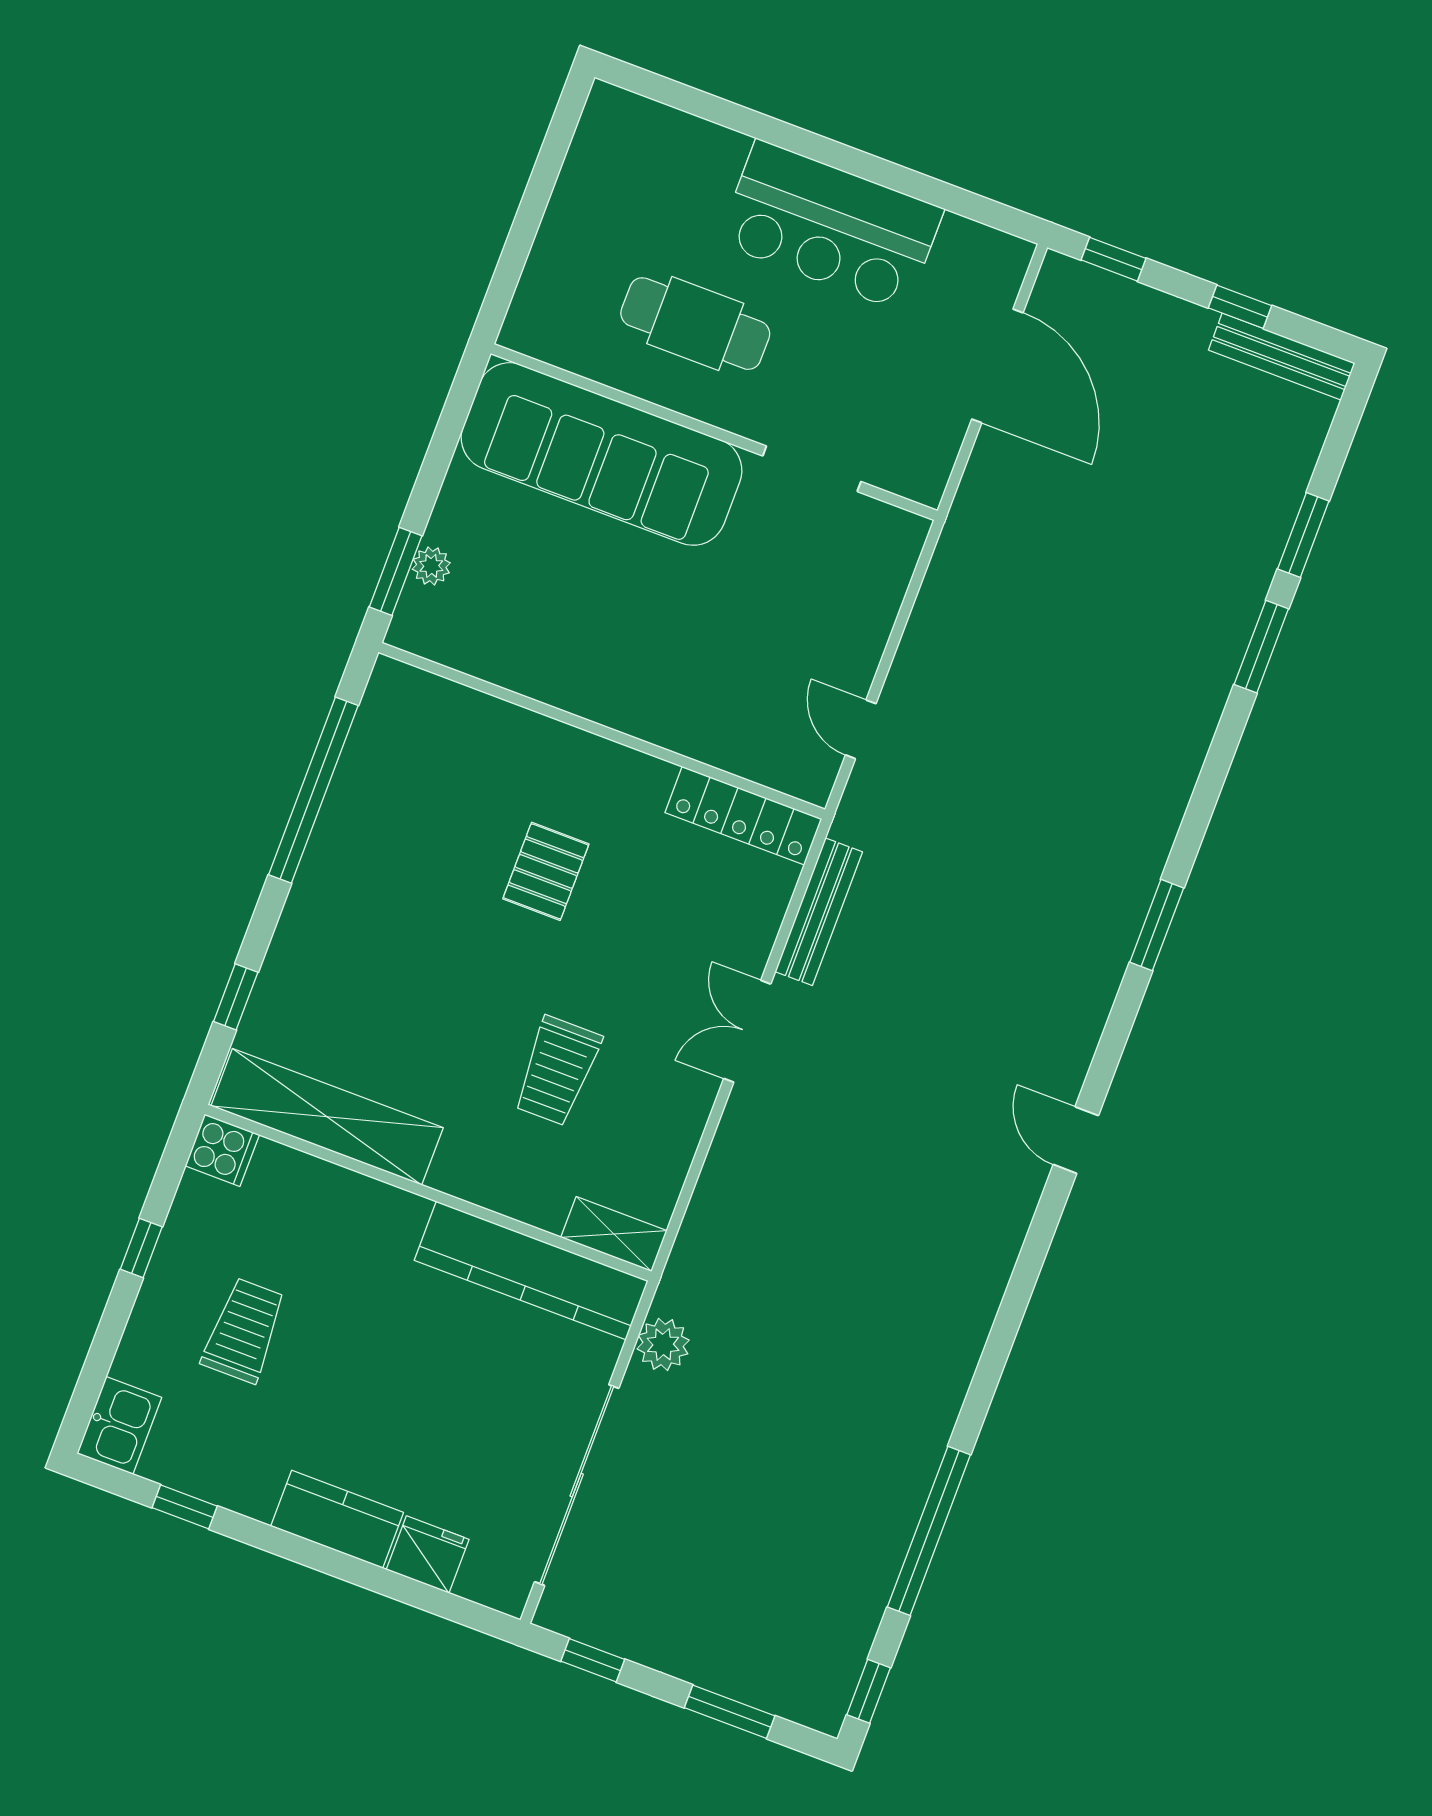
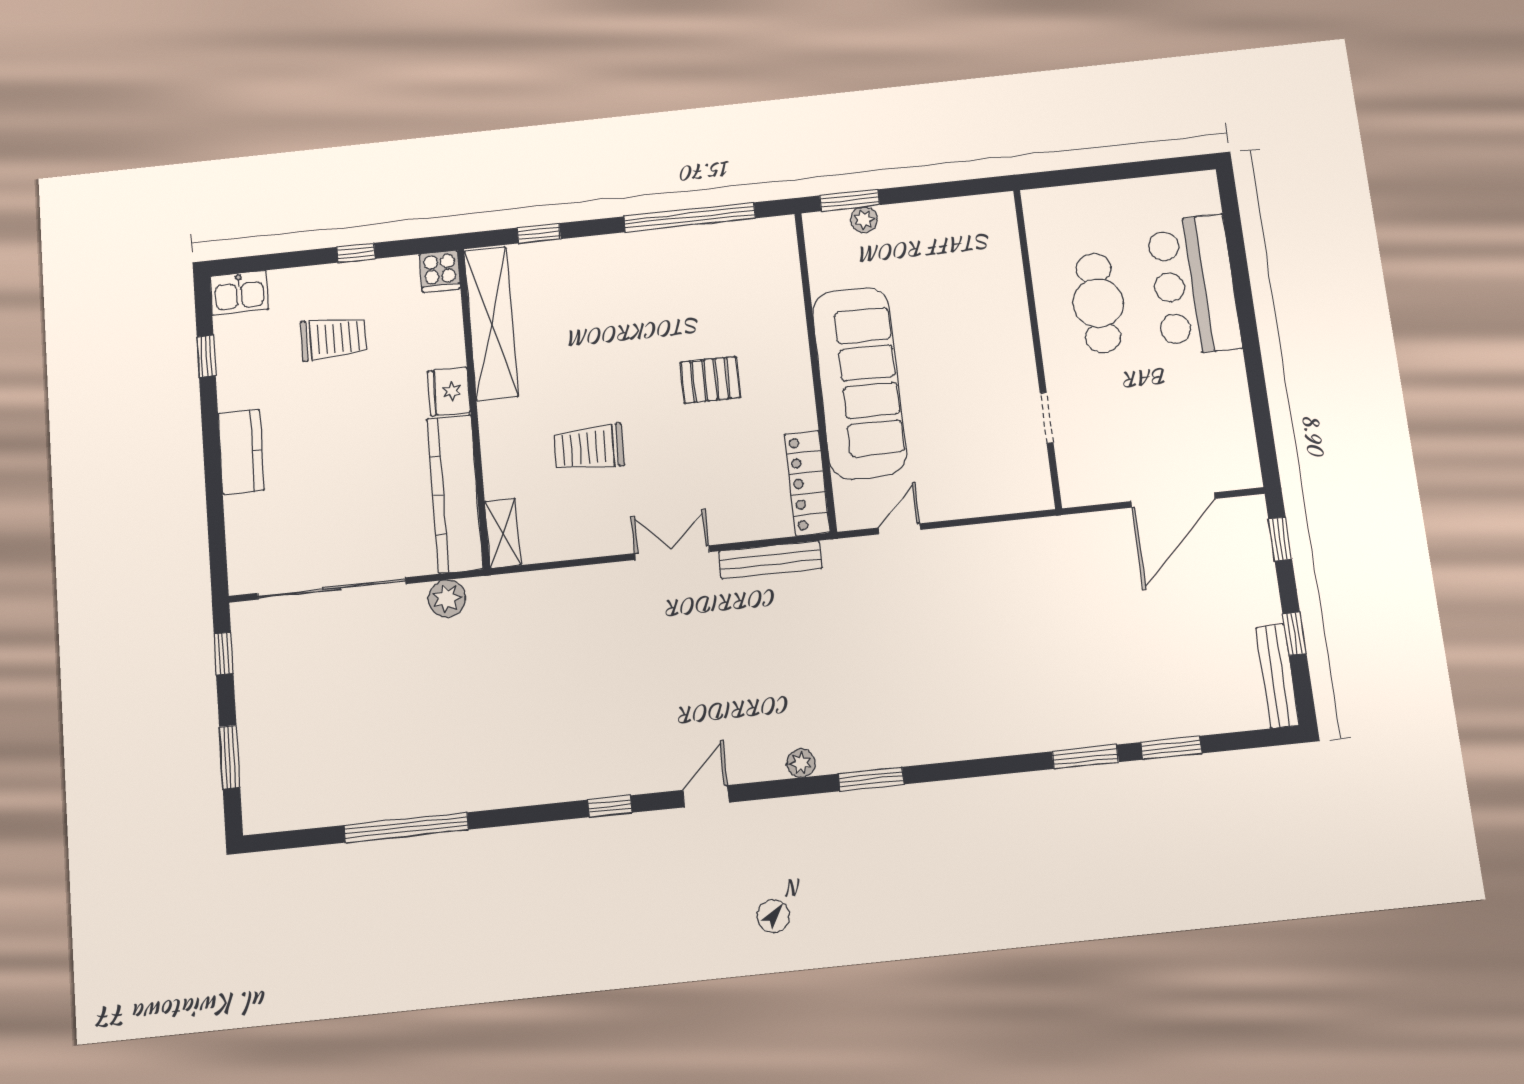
bar counter: (831, 226) -> (1194, 285), moved
sofa: (601, 454) -> (859, 383), moved, turned 180
doorway: (812, 469) -> (1047, 418), width x0.73
plant: (1094, 1002) -> (801, 763), added
fridge: (428, 1554) -> (449, 391), moved, turned 180
window: (869, 1691) -> (610, 806), moved

